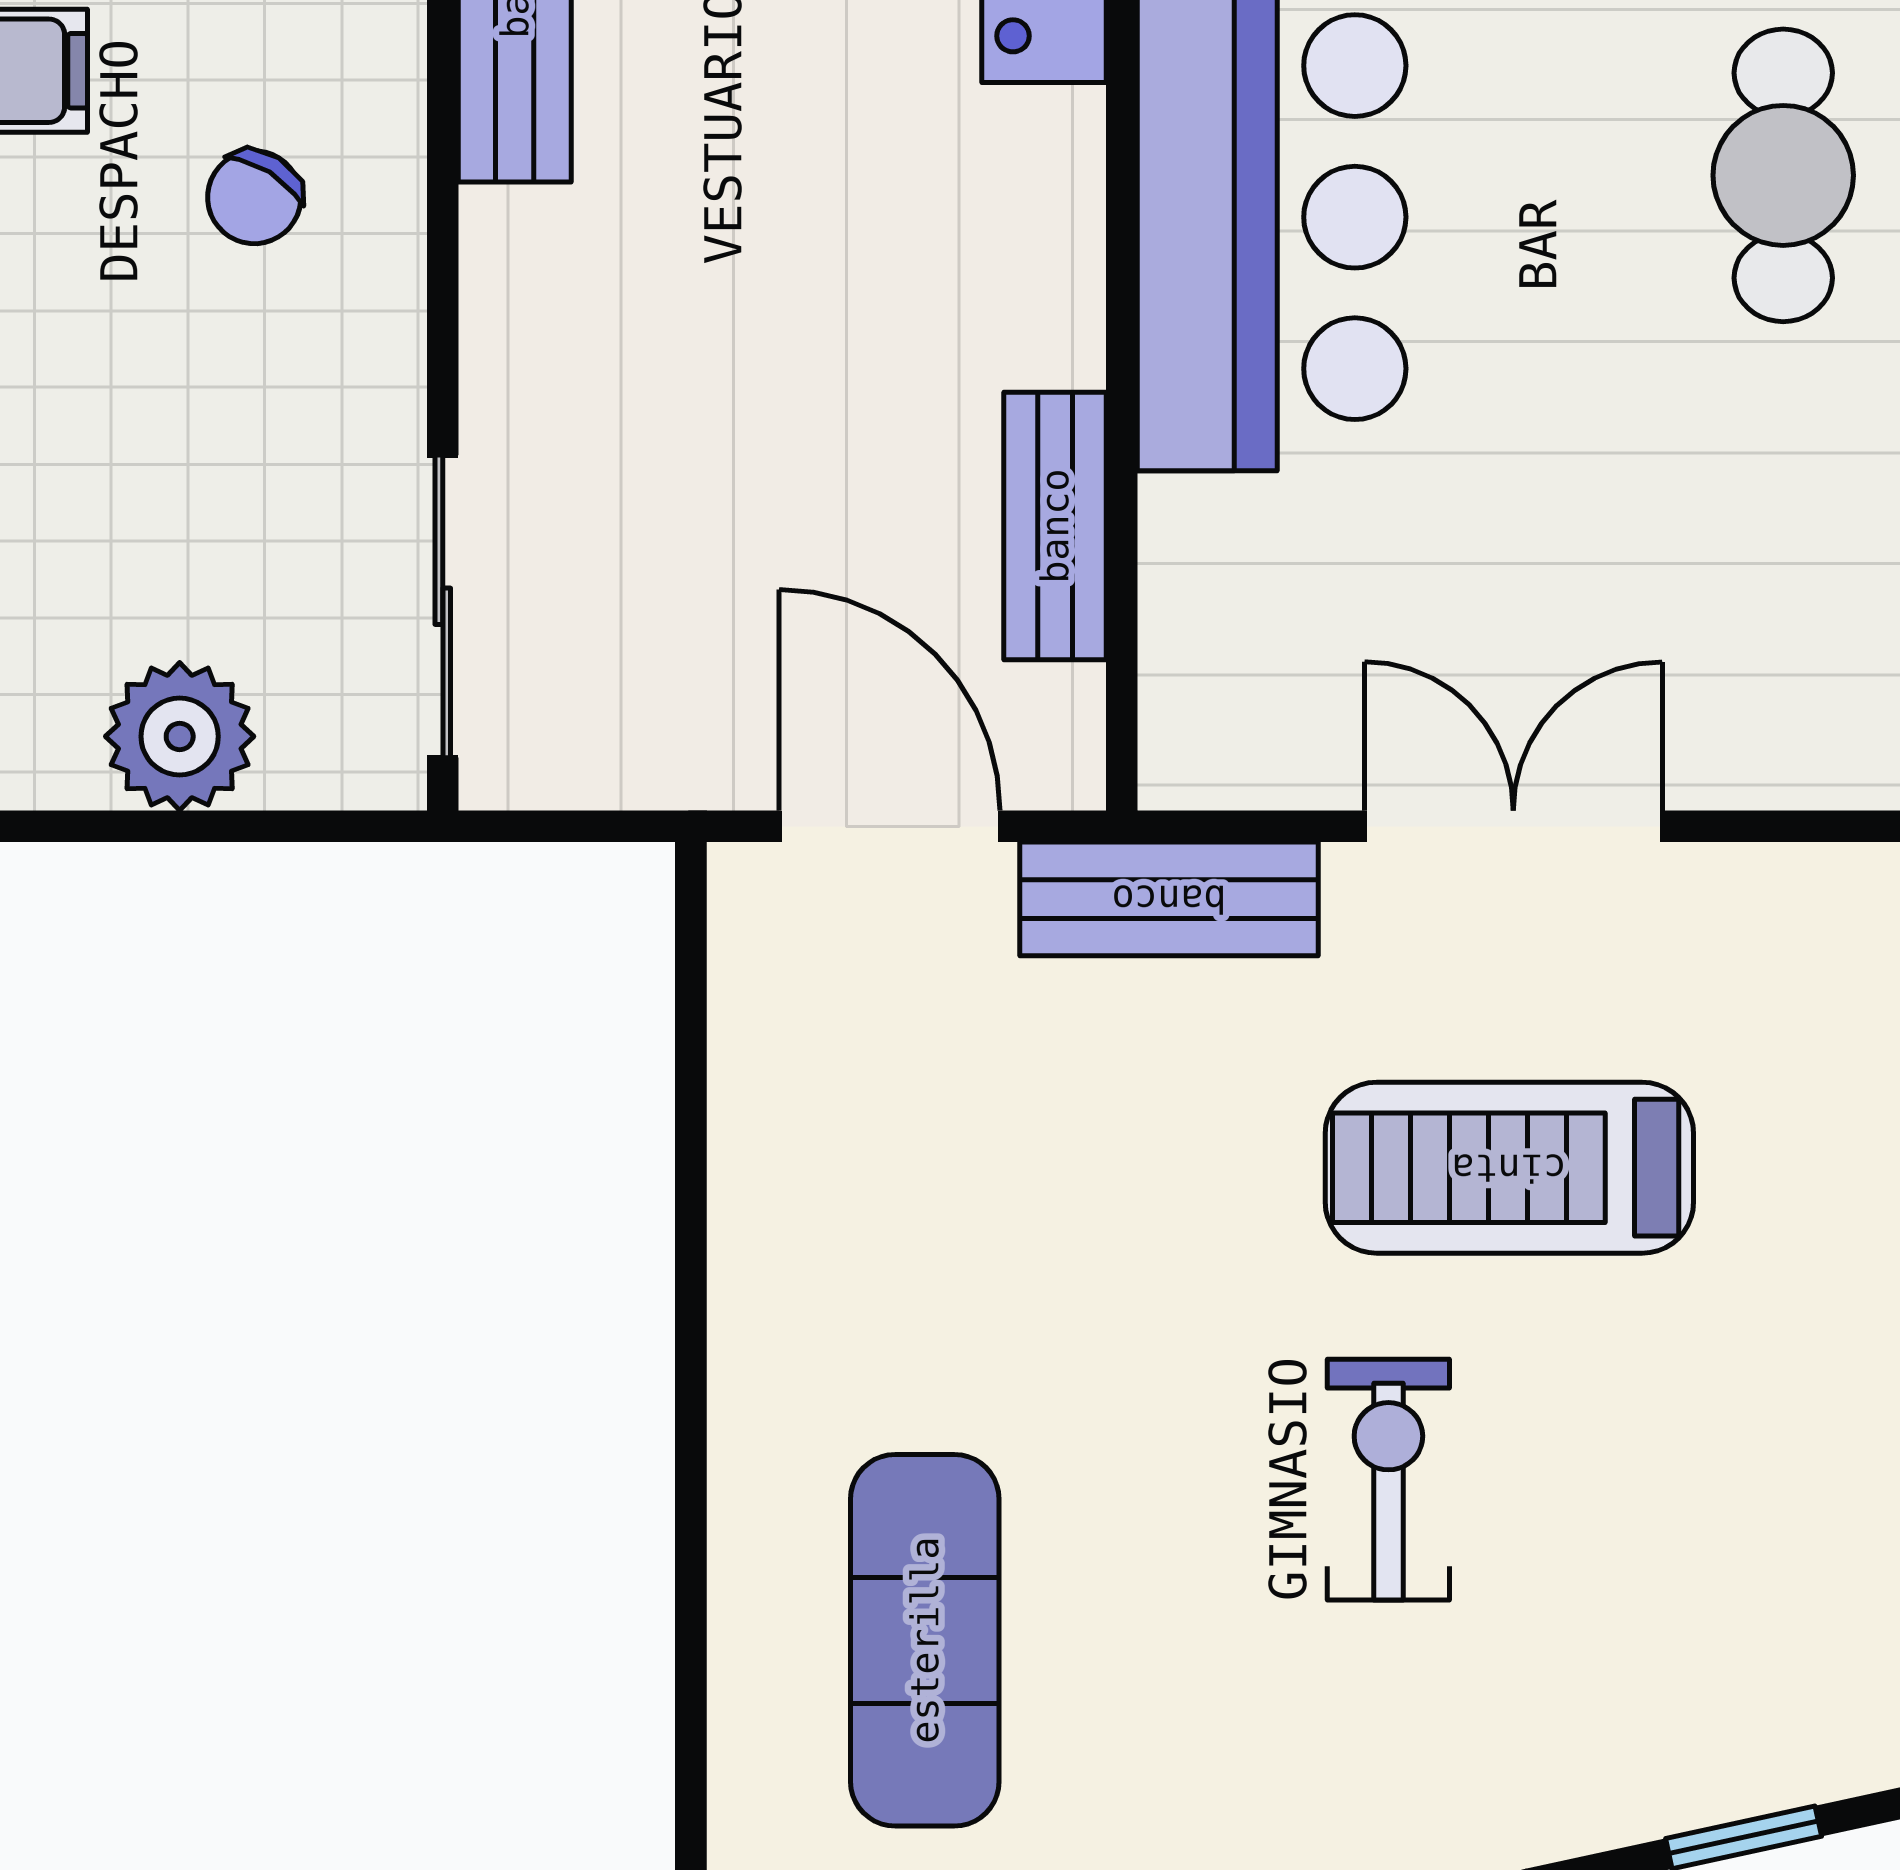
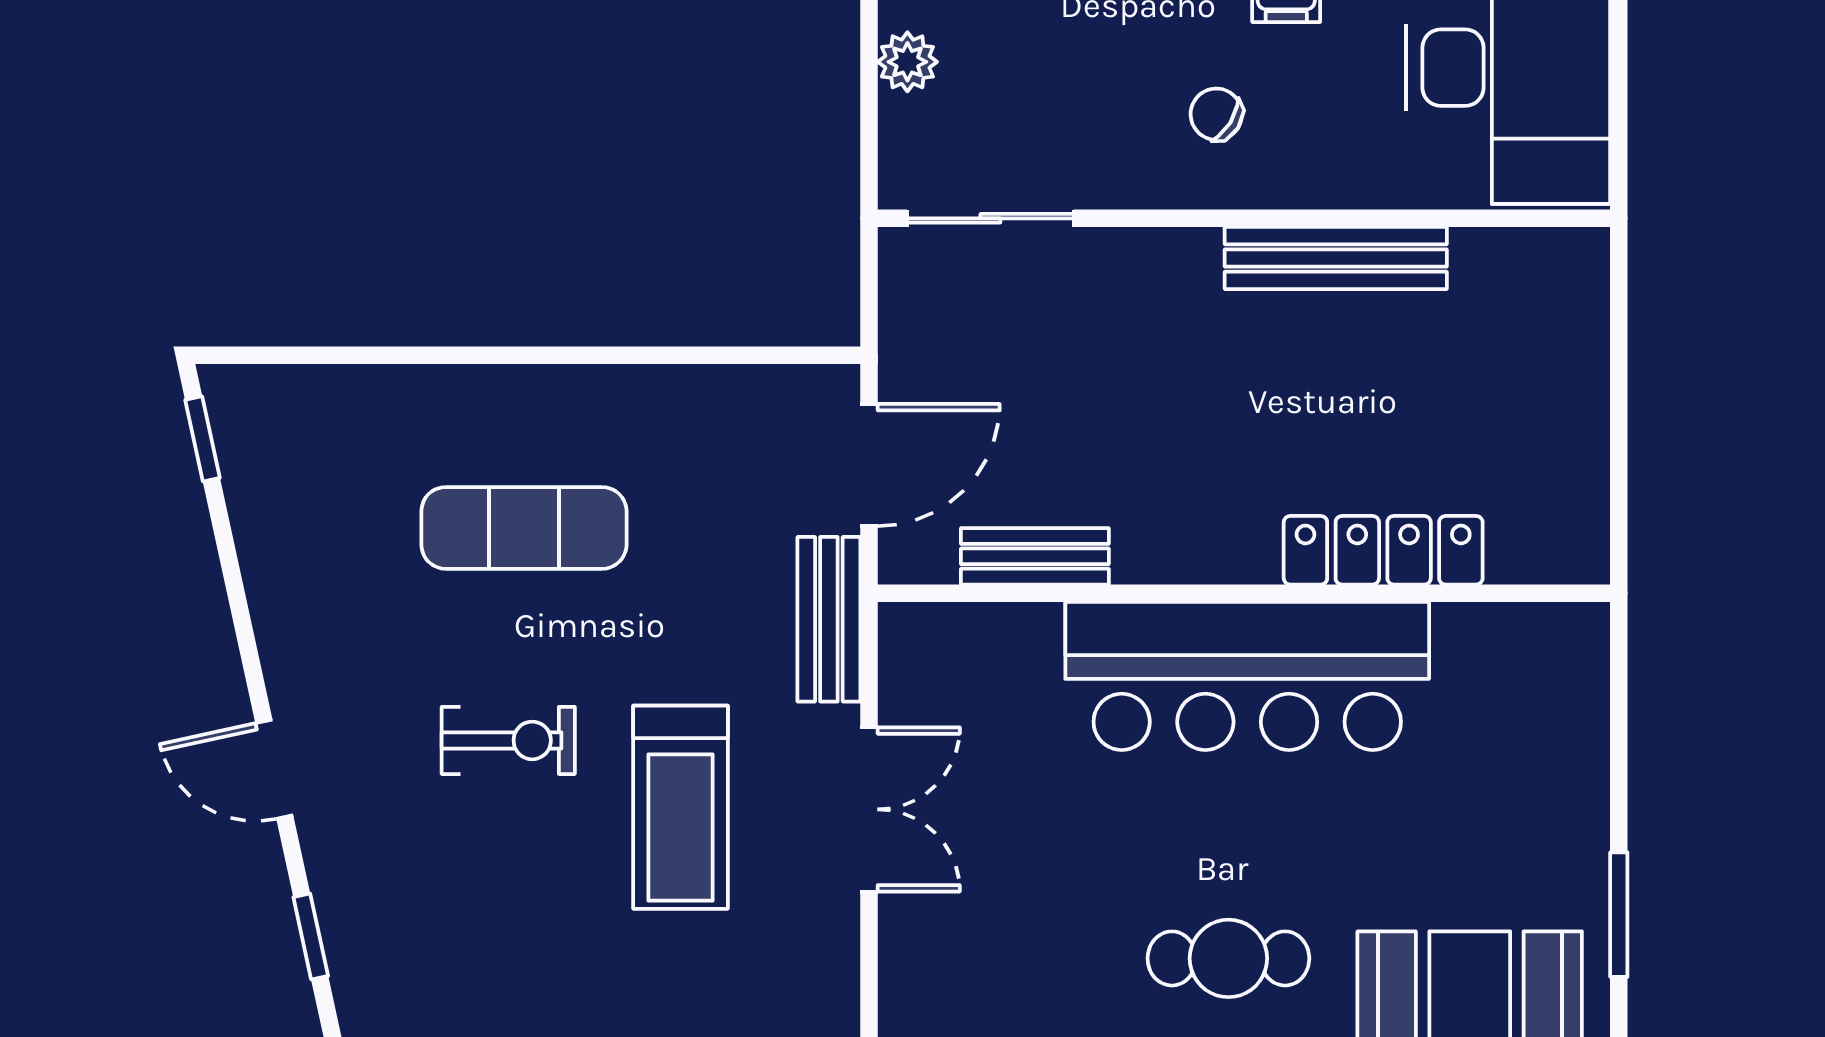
plant: (180, 736) -> (907, 62), width x0.73, depth x0.73
treadmill: (1509, 1168) -> (680, 807), turned 180
exercise mat: (925, 1640) -> (524, 528), moved

